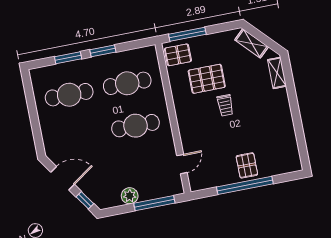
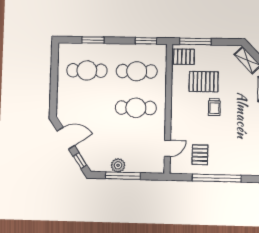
window: (103, 51) -> (146, 41), moved
pallet: (247, 165) -> (200, 155), moved
window: (154, 203) -> (123, 176), moved

